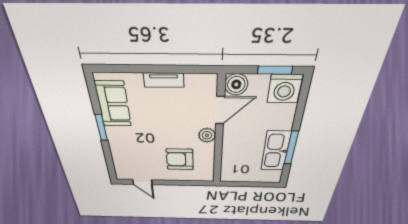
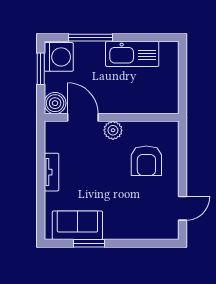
window: (101, 128) -> (89, 243), moved
window: (291, 148) -> (90, 38), moved

